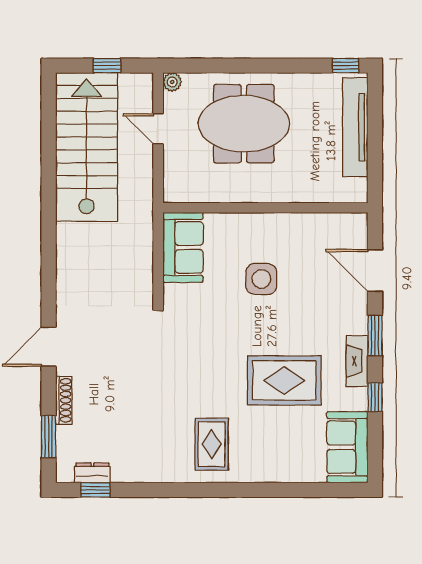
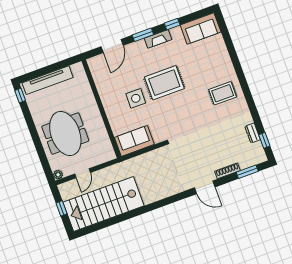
rug: (284, 380) -> (164, 83), moved, turned 90
dresser: (92, 473) -> (253, 133), moved

